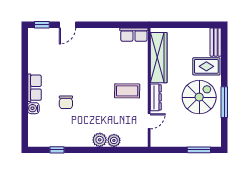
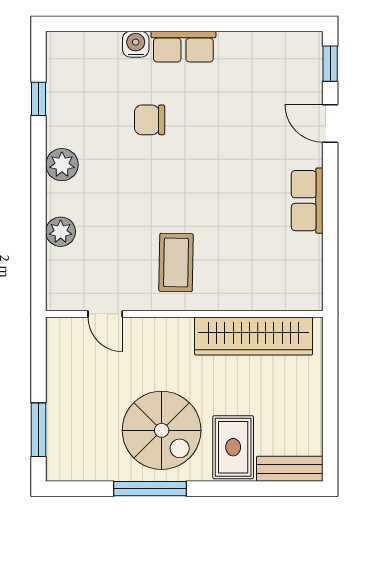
row of seats: (134, 35) -> (307, 201), moved
dresser: (156, 97) -> (161, 329), removed
plant: (100, 140) -> (62, 165), moved

